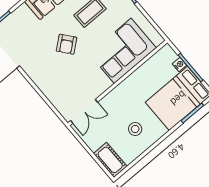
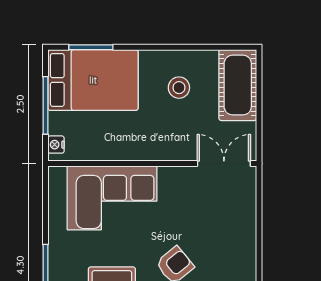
nightstand: (179, 64) -> (56, 145), moved
cot: (110, 160) -> (238, 85), width x1.37, depth x1.34

